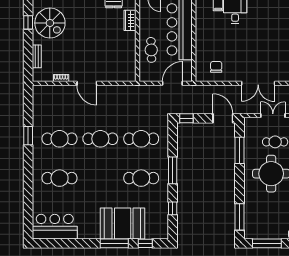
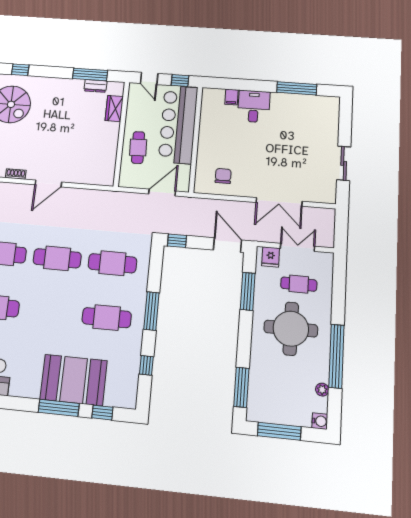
door: (87, 83) -> (48, 183), hinge flipped
fridge: (254, 124) -> (271, 257), added

